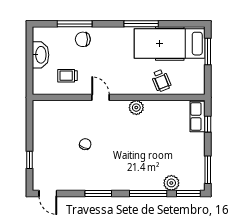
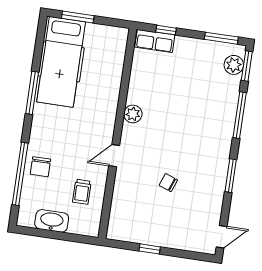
window: (75, 24) -> (20, 174), width x1.46
wheelchair: (161, 80) -> (105, 79), removed
window: (30, 160) -> (150, 249), moved
plant: (171, 183) -> (234, 65), moved

